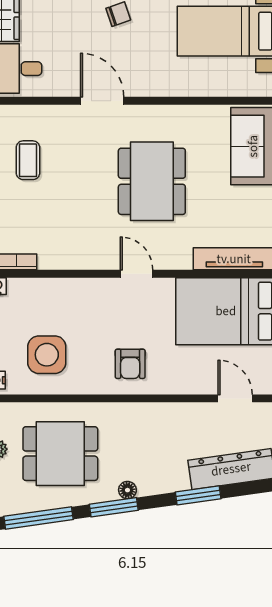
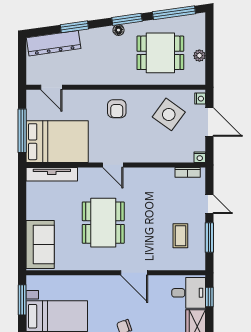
side table: (47, 355) -> (169, 114), turned 36
armchair: (130, 364) -> (117, 109), turned 180

